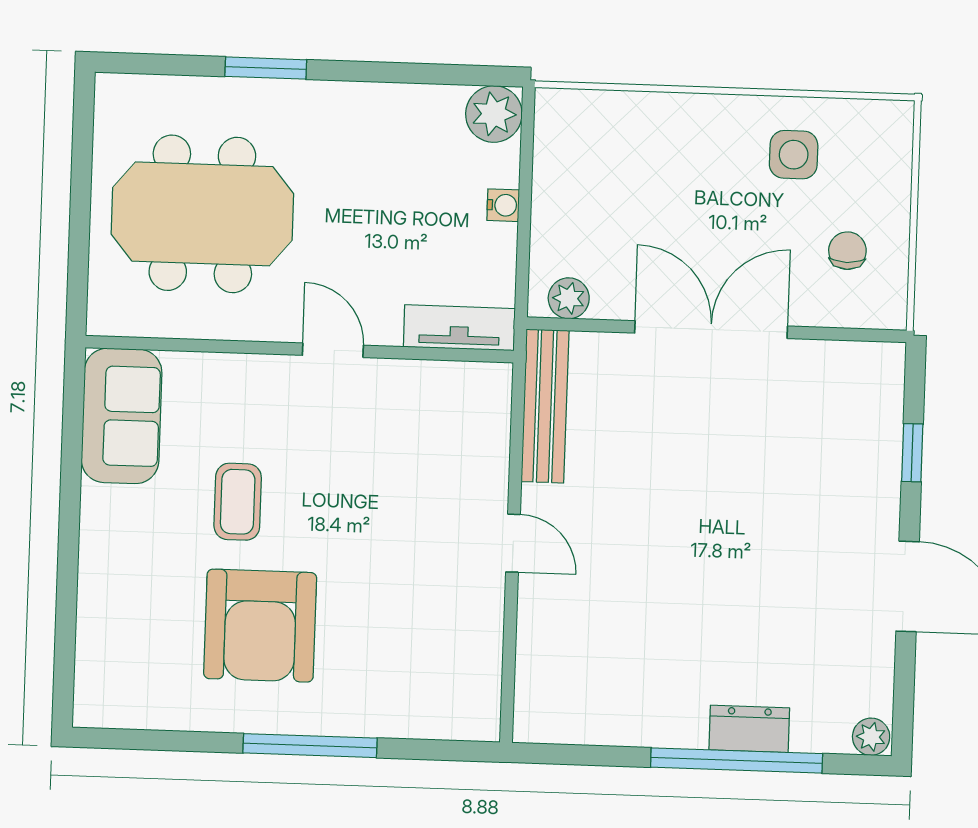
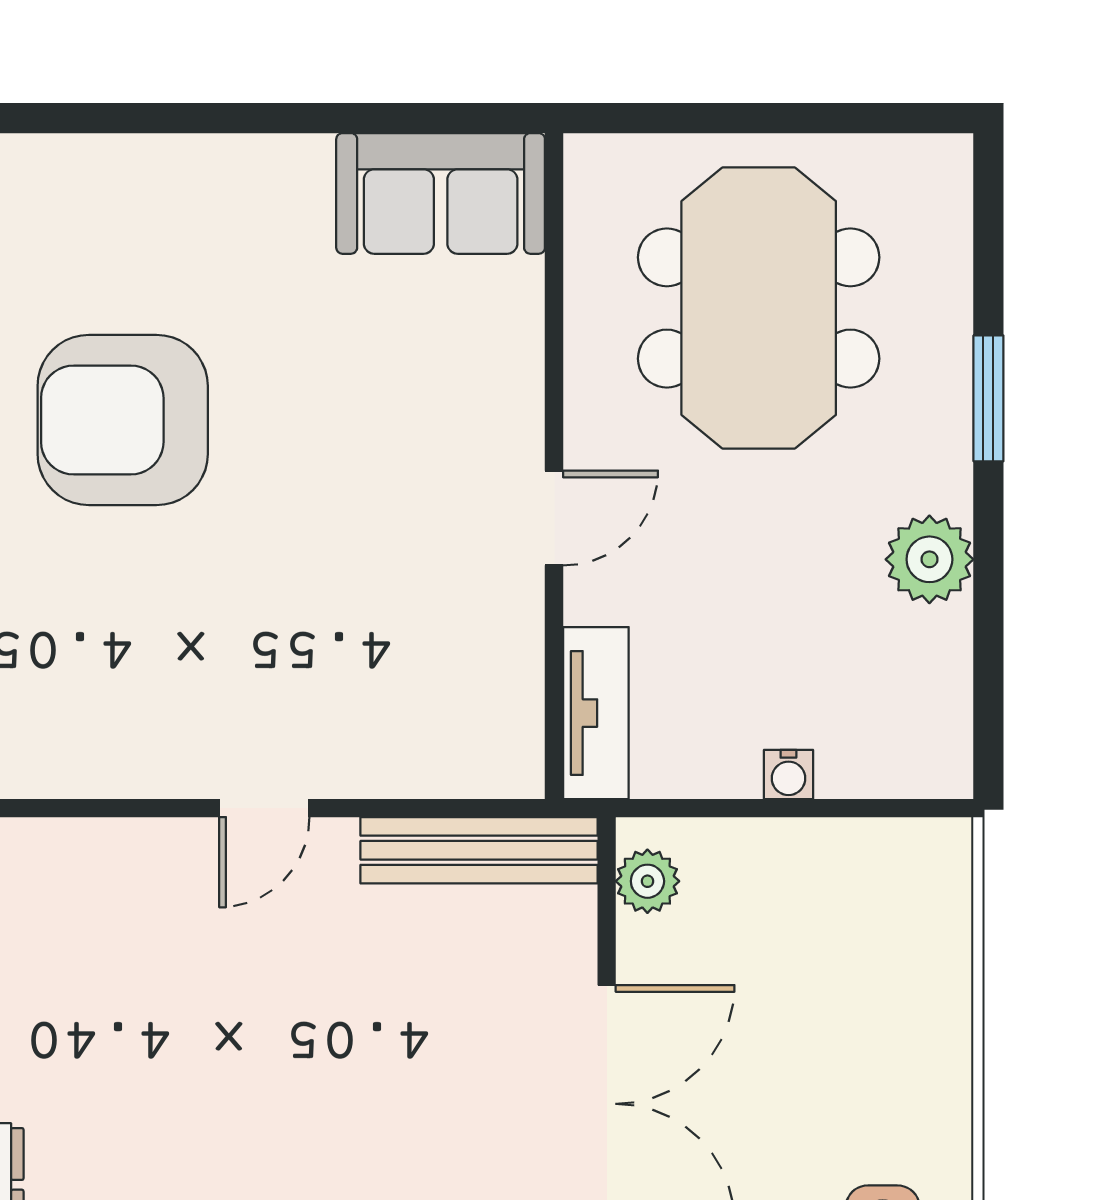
plant: (494, 114) -> (929, 559), moved
coffee table: (238, 502) -> (314, 378), removed

